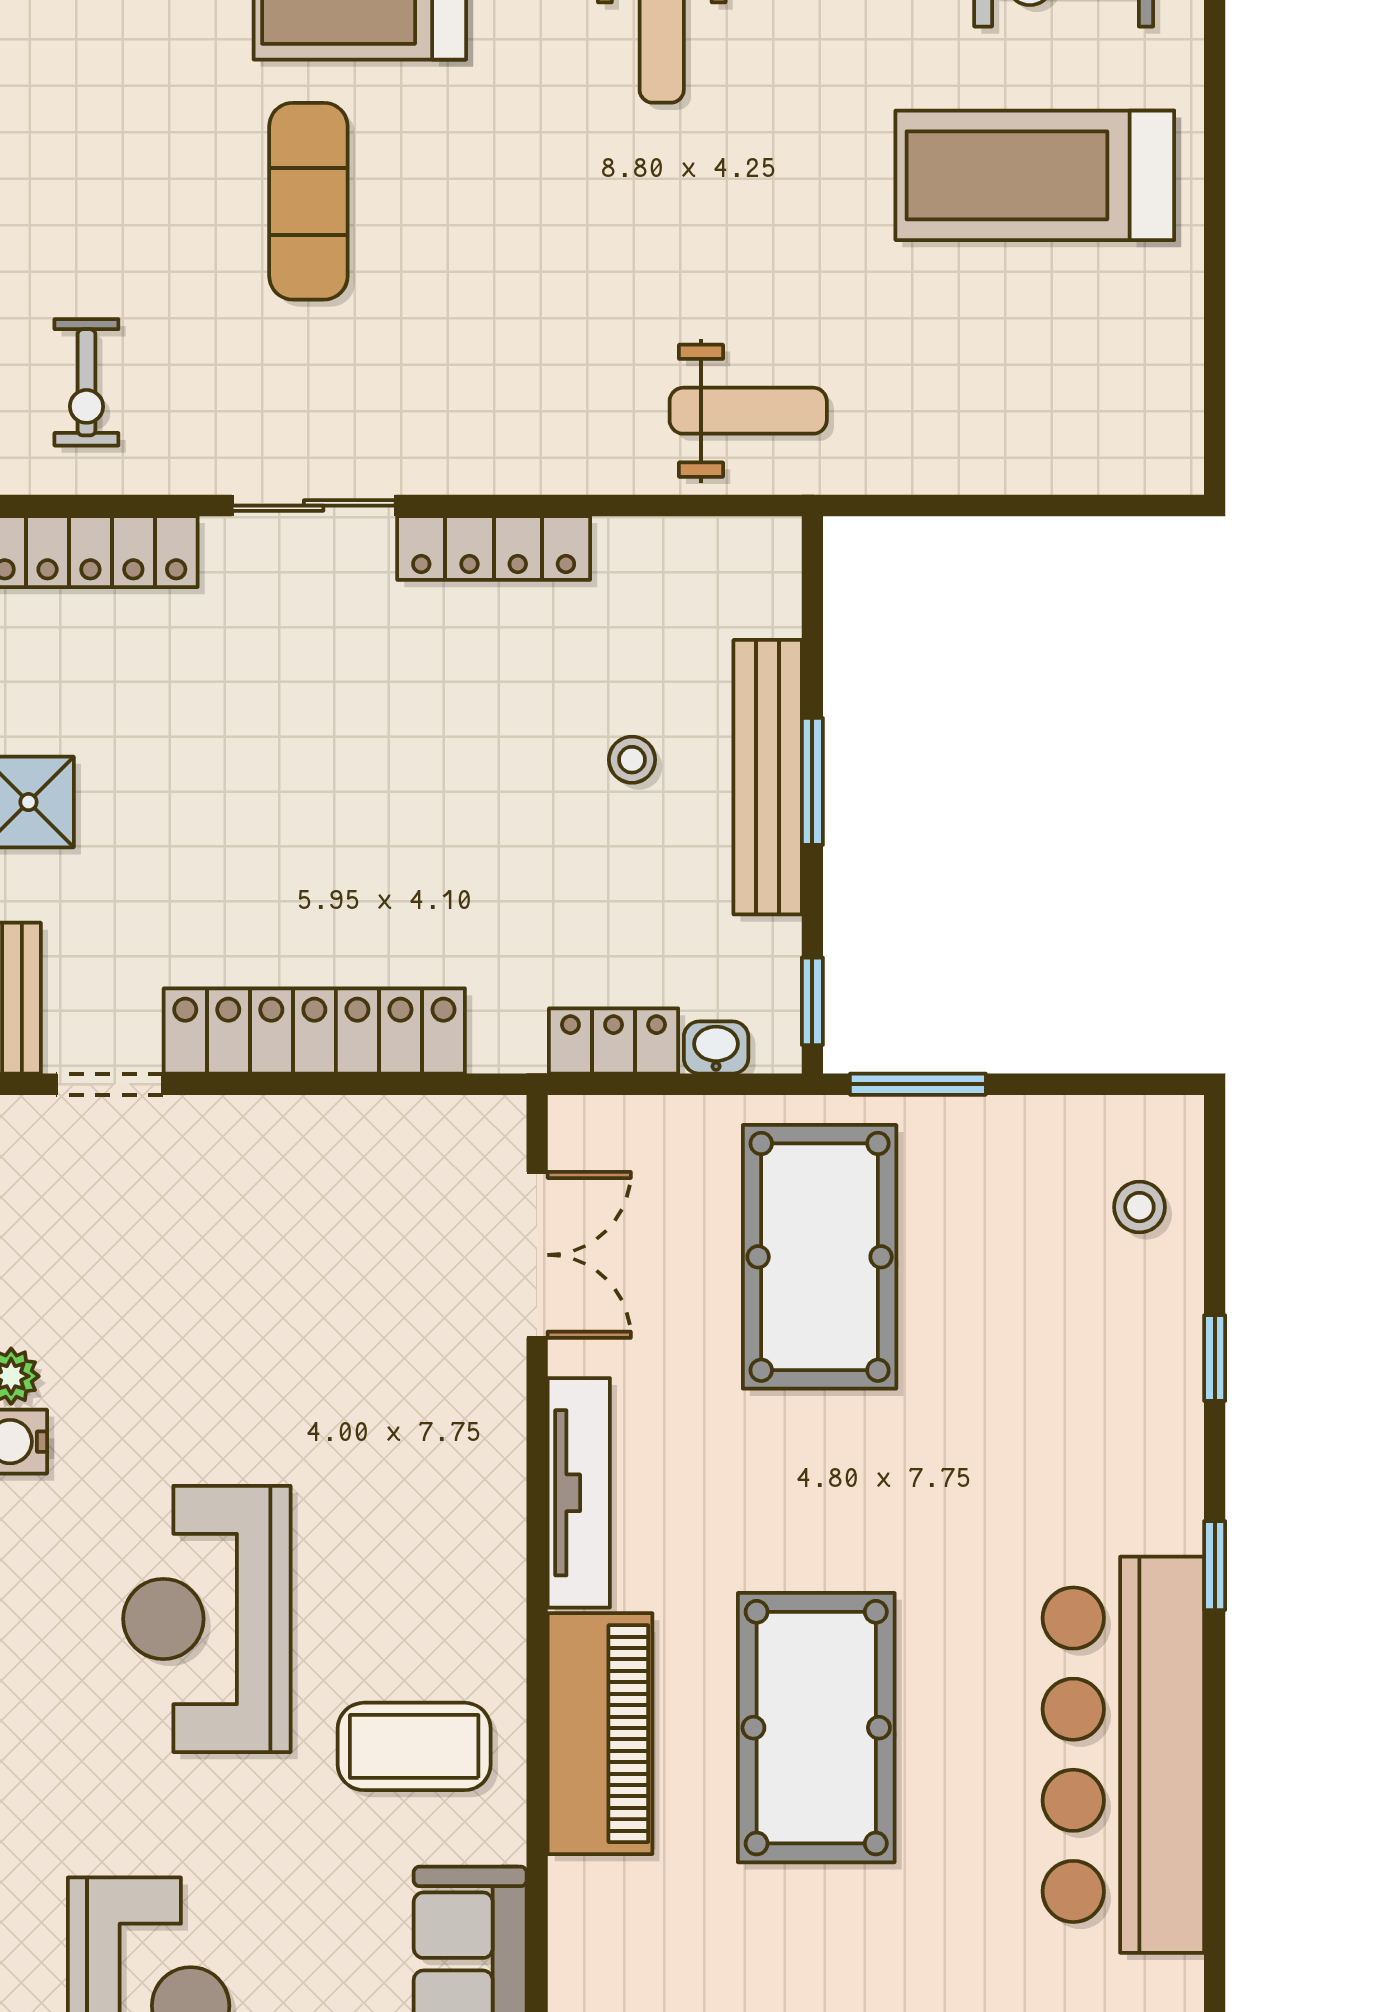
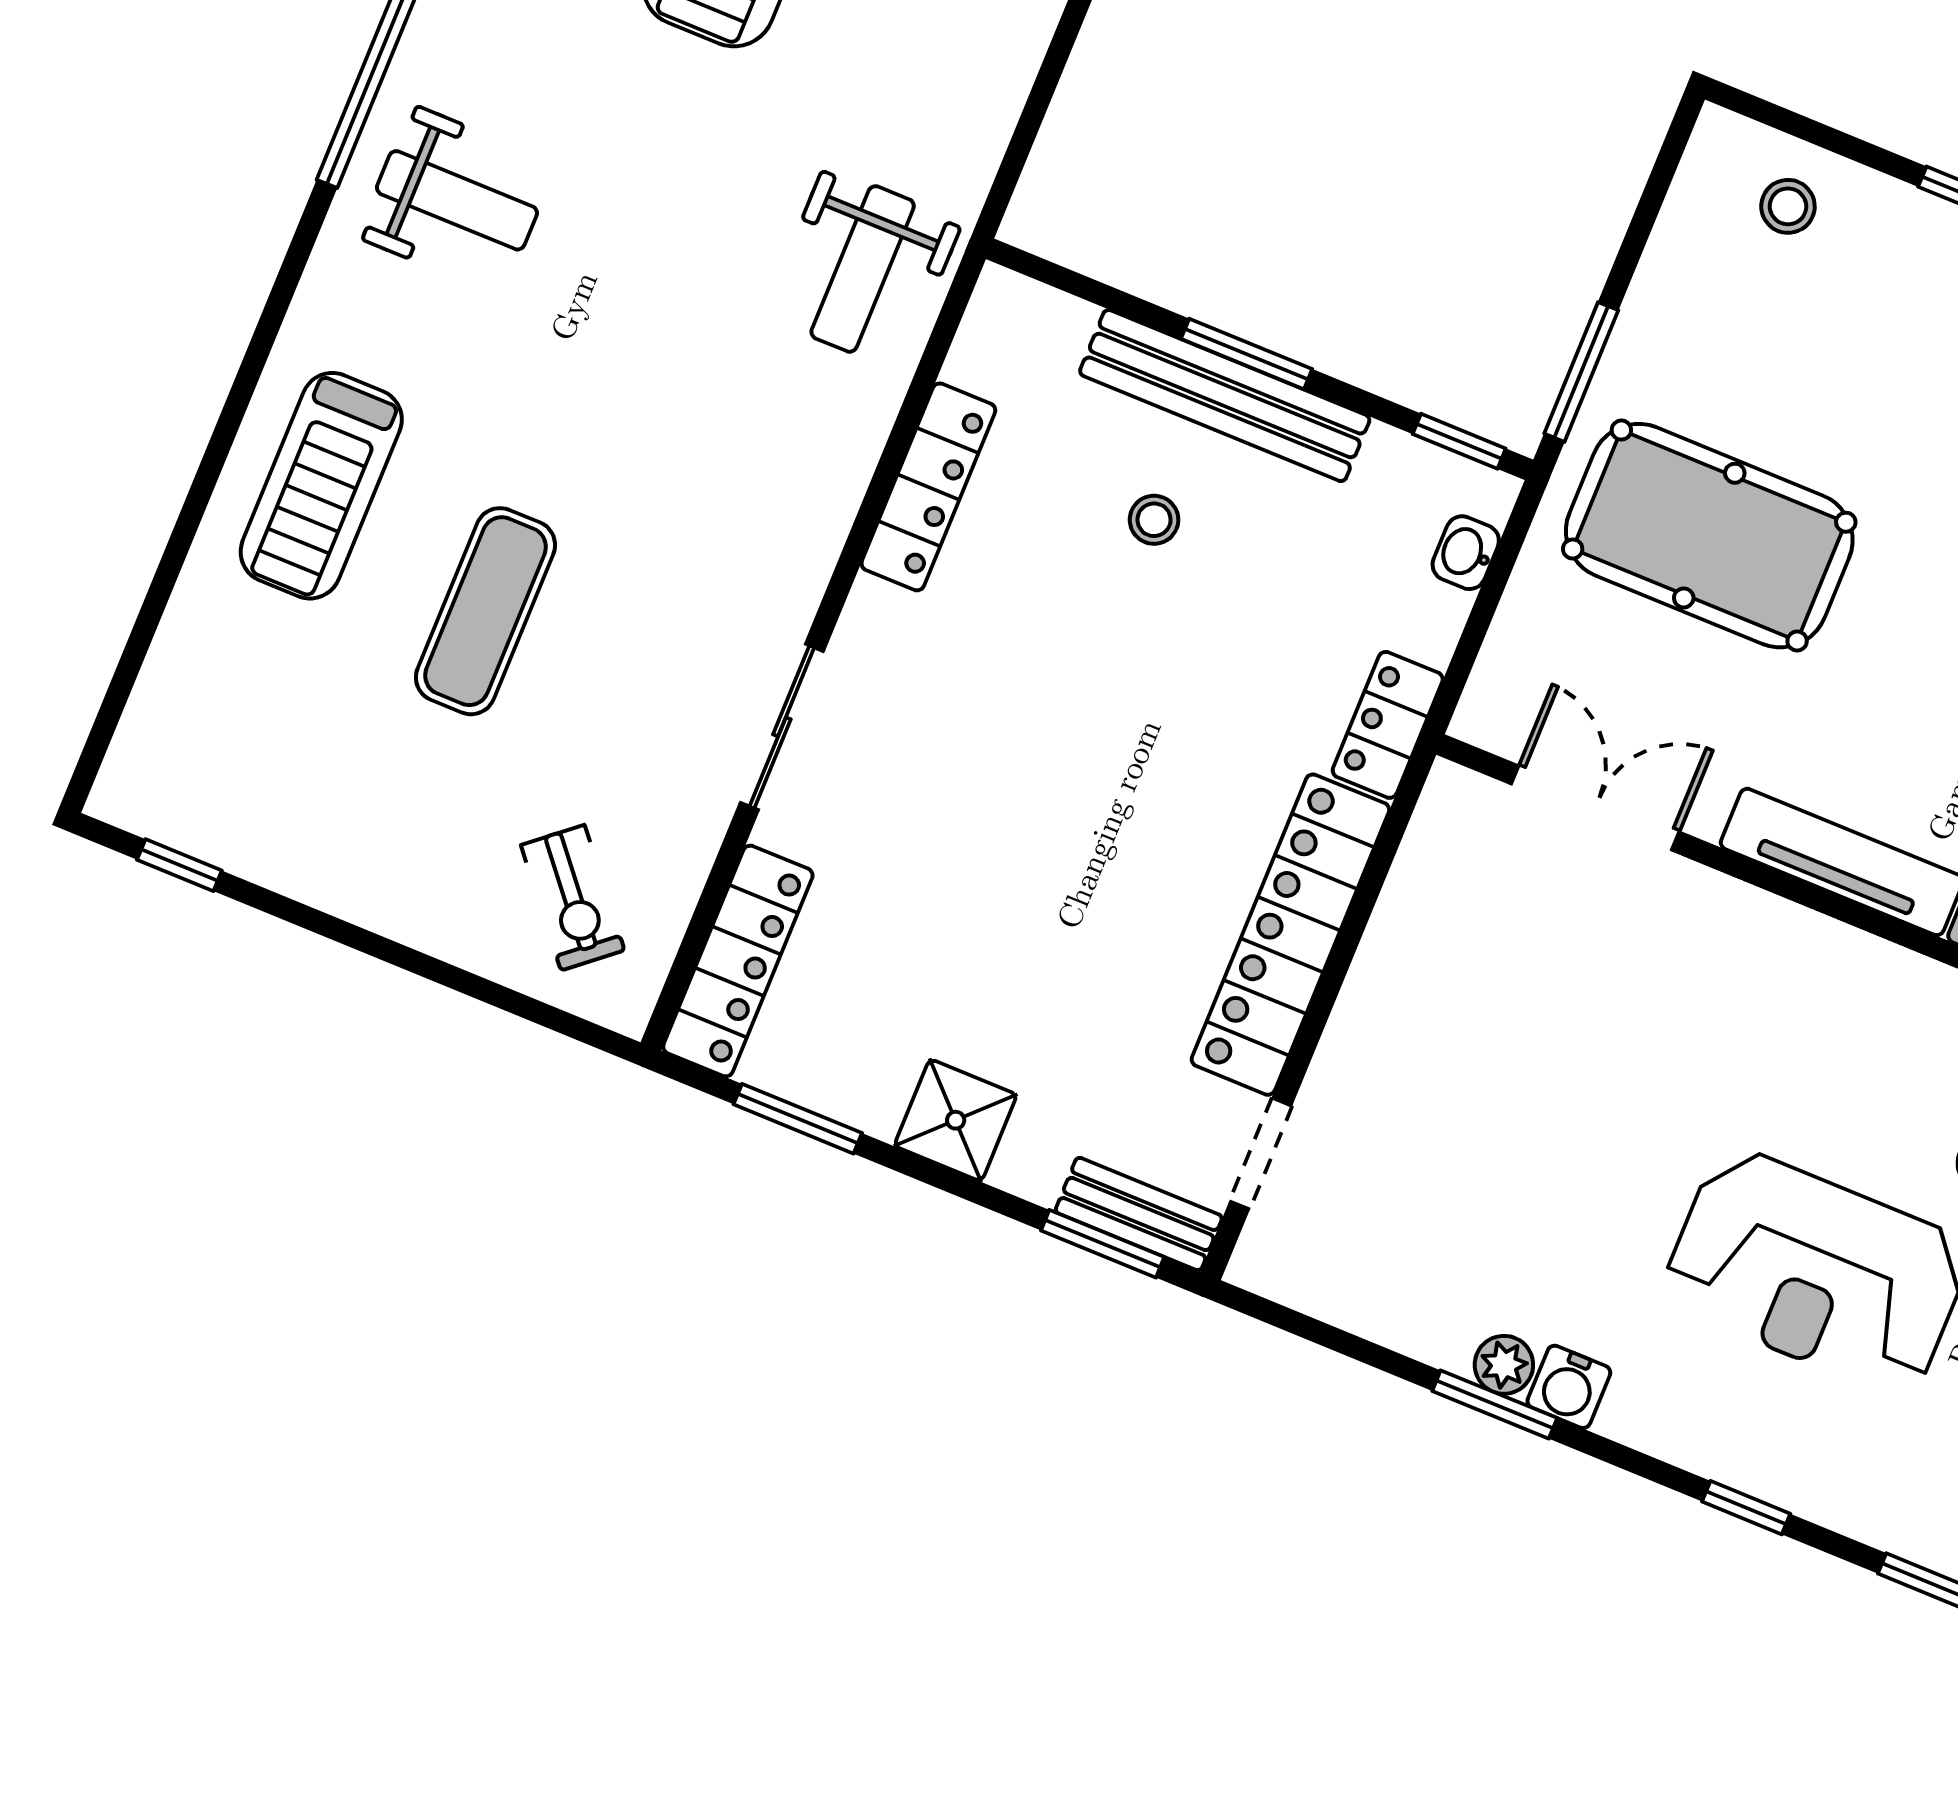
exercise mat: (308, 201) -> (485, 611), turned 90
exercise bike: (86, 382) -> (573, 898), turned 50
weight bench: (748, 411) -> (863, 269), turned 180
locker: (494, 548) -> (928, 487), moved
locker: (614, 1041) -> (1388, 725), moved

